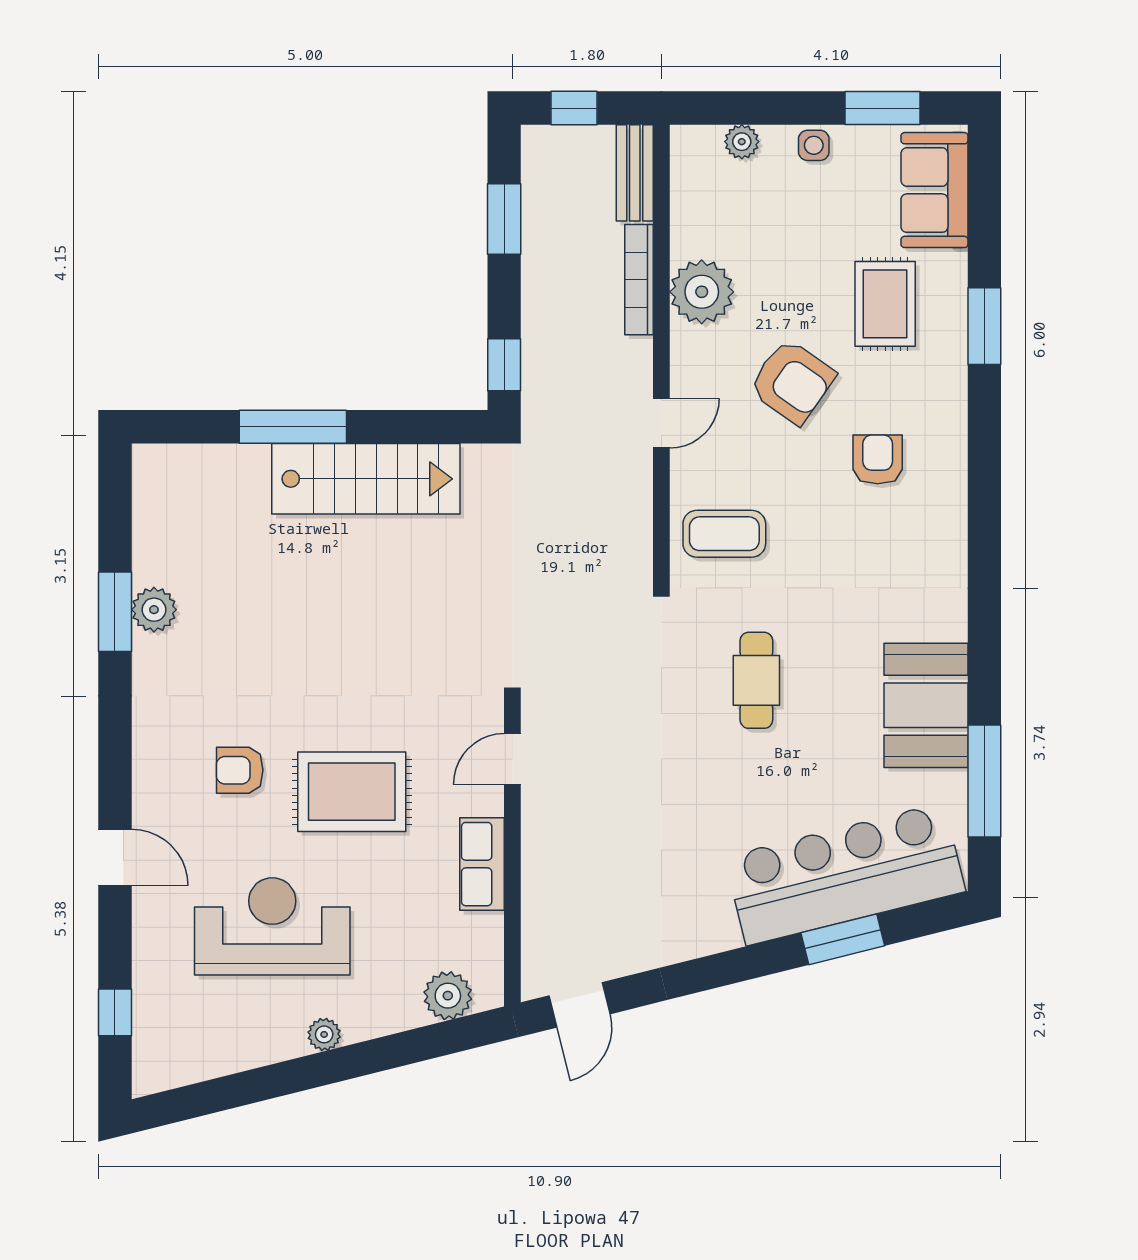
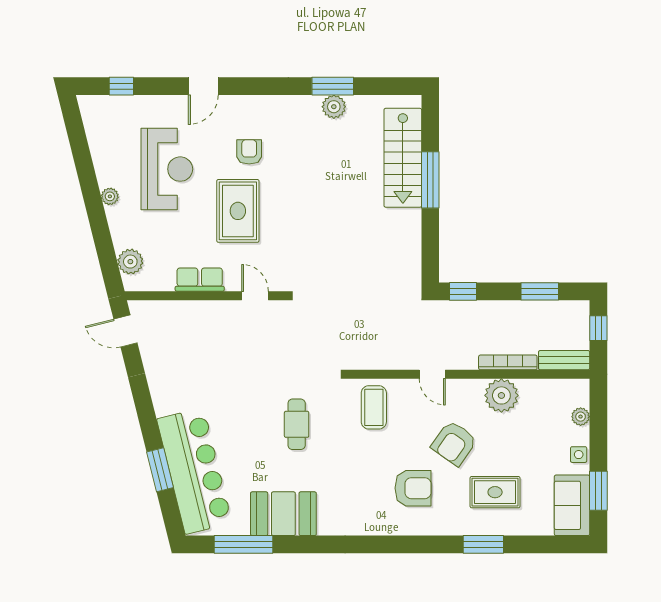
sofa: (934, 190) -> (572, 505), moved, turned -90
armchair: (878, 459) -> (413, 488), width x1.38, depth x1.38
stairs: (366, 479) -> (403, 158), moved
cafe table: (756, 680) -> (297, 424), turned 90

